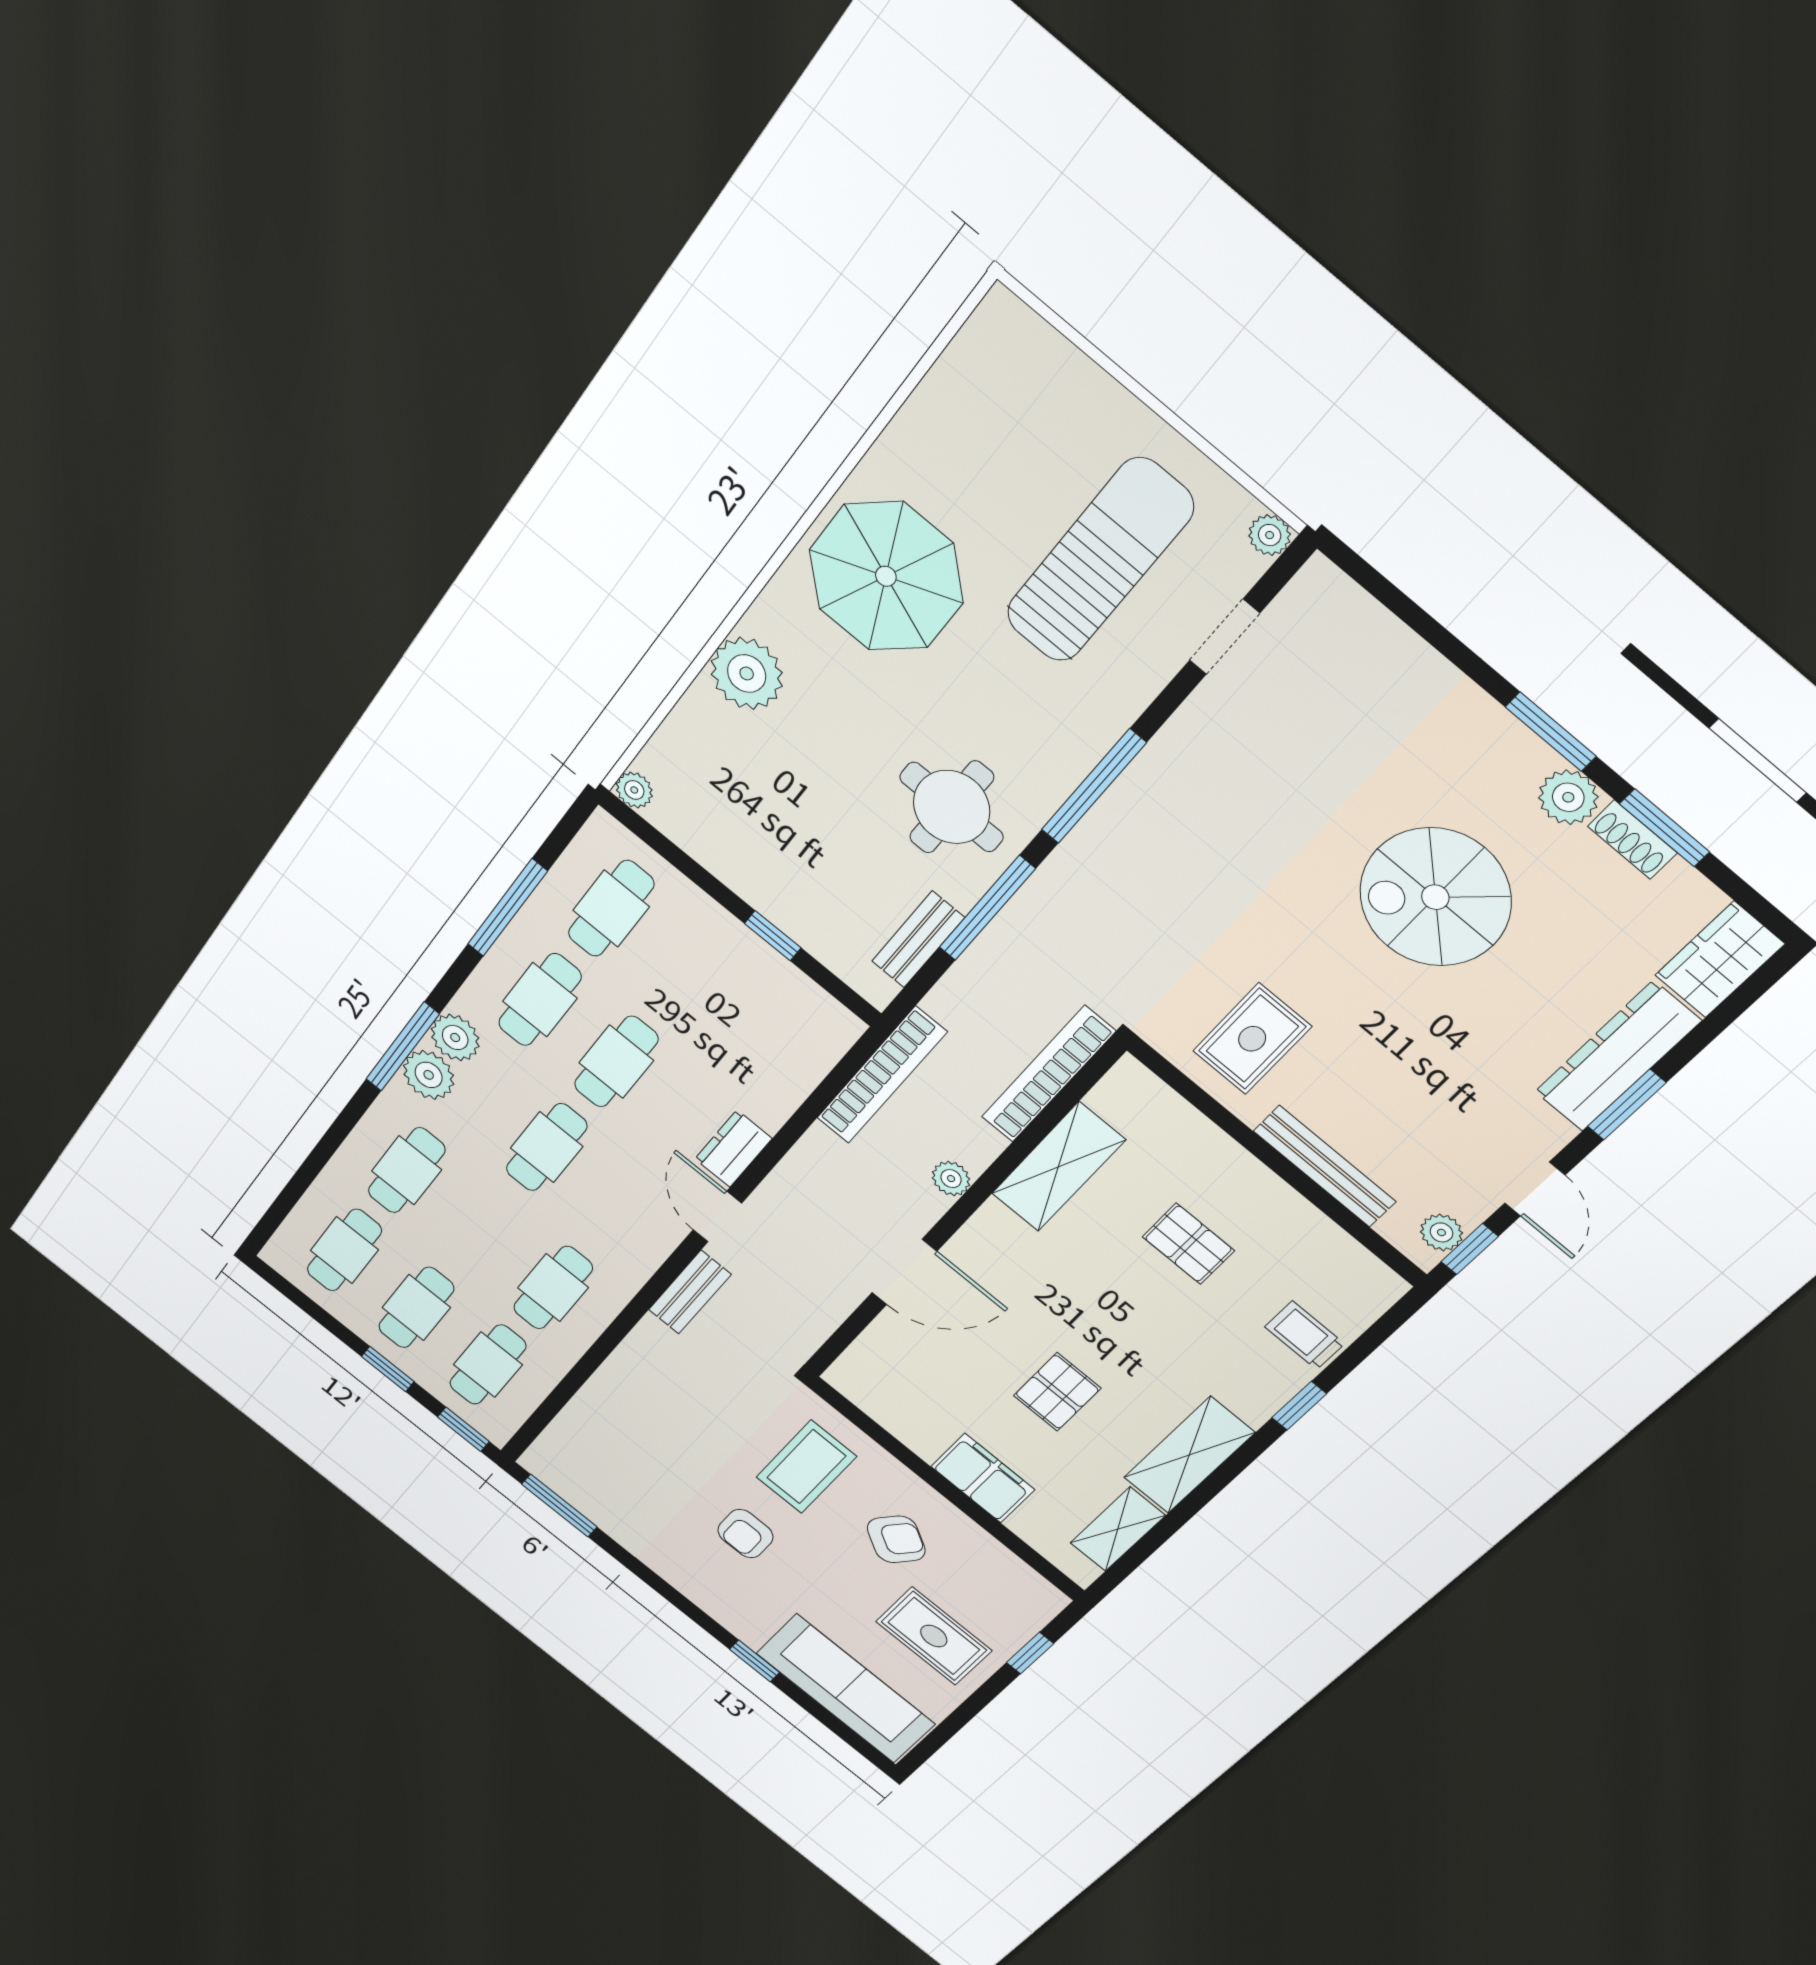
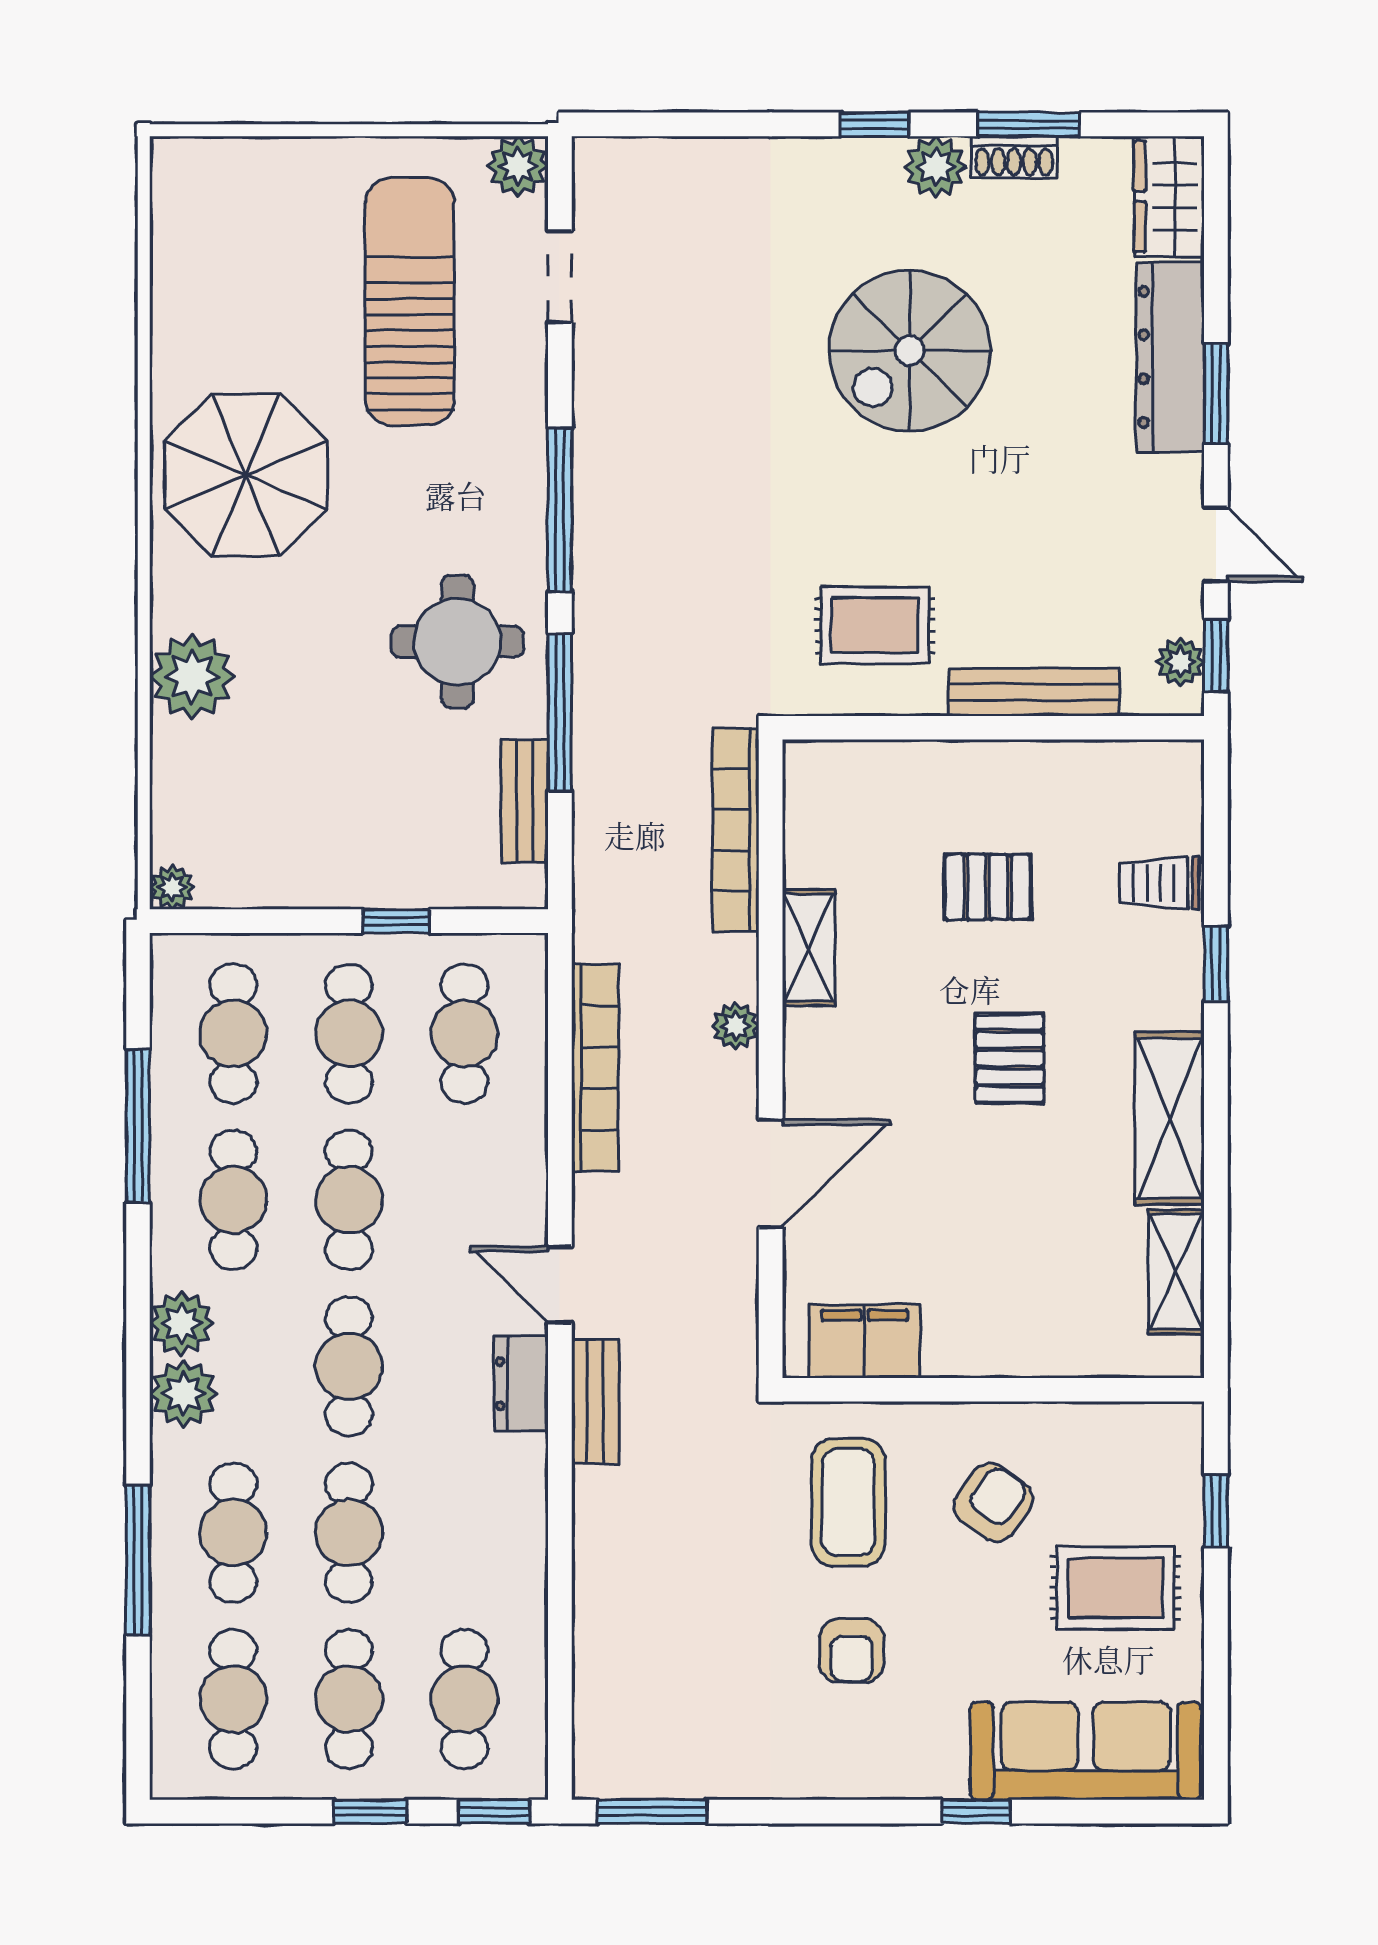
plant: (1270, 535) -> (518, 166), width x1.38, depth x1.38
window: (1551, 732) -> (875, 124), width x0.67
cafe table: (689, 972) -> (349, 1034), added
cafe table: (767, 1035) -> (464, 1034), added
rug: (1252, 1039) -> (875, 625), turned 90
window: (403, 1047) -> (138, 1560), moved
bookcase: (882, 1075) -> (595, 1068), moved
dresser: (733, 1149) -> (521, 1384), moved
shelving: (1058, 1167) -> (809, 948), width x0.67, depth x0.75
cafe table: (553, 1288) -> (349, 1533), moved
pallet: (1057, 1392) -> (1010, 1058), moved
filing cabinet: (983, 1478) -> (865, 1341), moved

